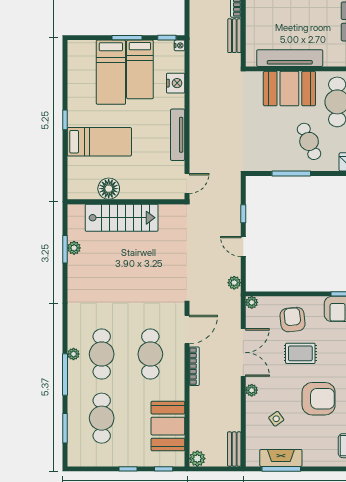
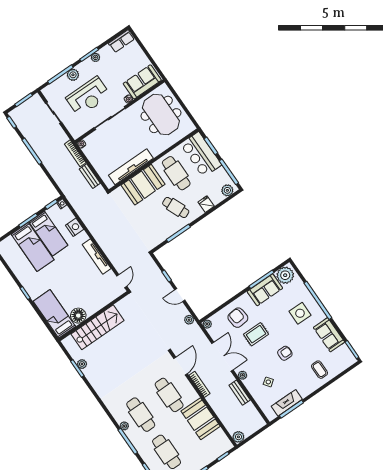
bed: (99, 142) -> (54, 314), moved, turned -90
armchair: (319, 399) -> (285, 353), width x0.53, depth x0.53
booth: (168, 426) -> (201, 419), moved
bench: (234, 449) -> (240, 393), moved

